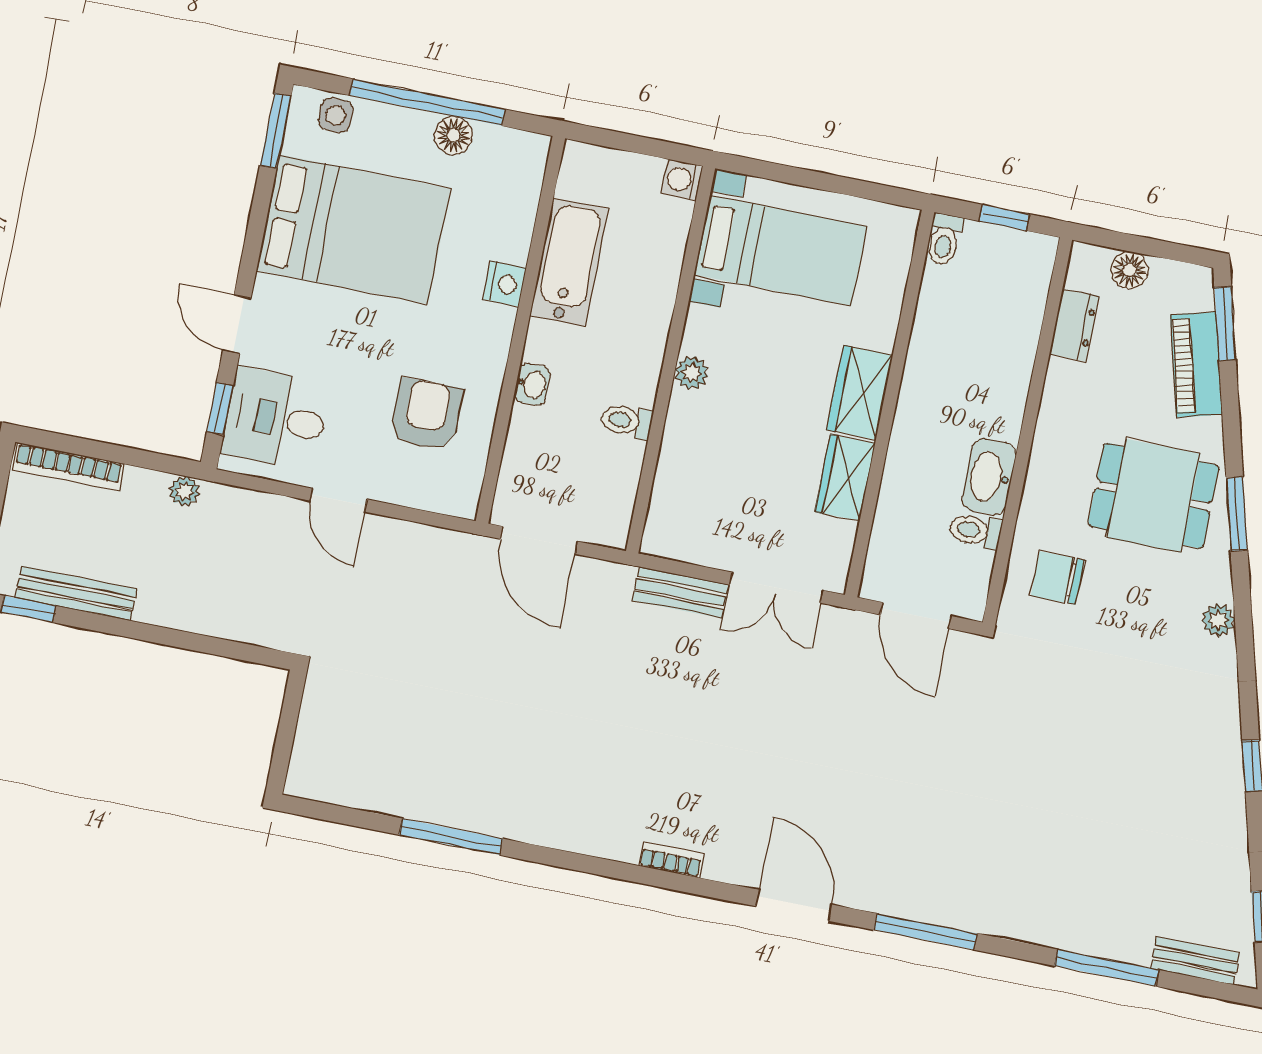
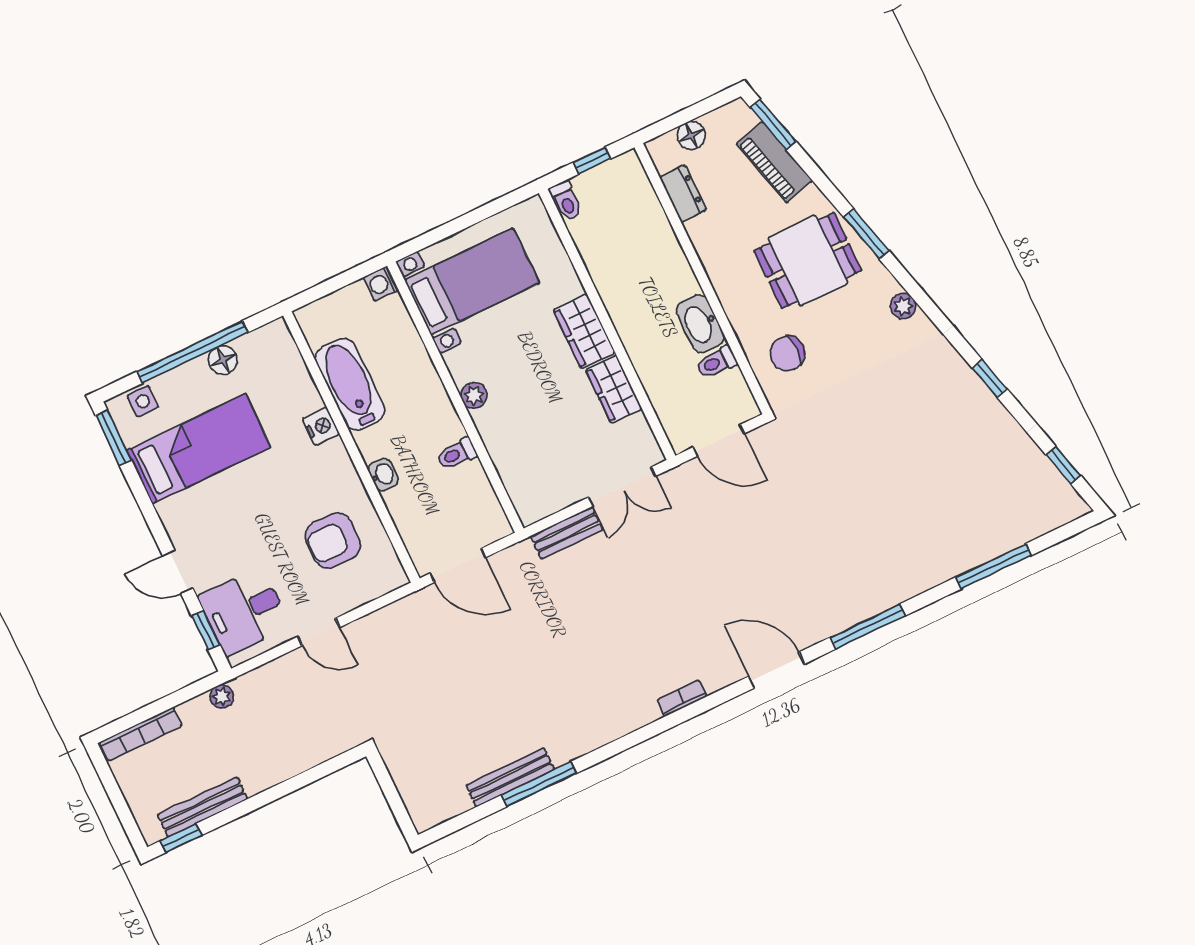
bed: (353, 229) -> (199, 449), width x0.67
armchair: (426, 414) -> (333, 541), turned -90
bench: (1195, 961) -> (510, 777), moved, width x1.36

